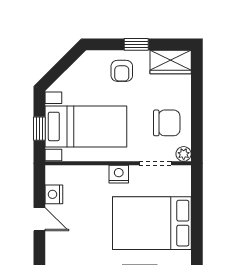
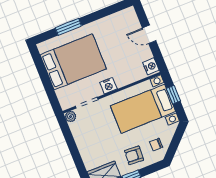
armchair: (122, 71) -> (134, 155), turned -86
chair: (167, 123) -> (156, 145), moved, width x0.54, depth x0.54
nightstand: (54, 194) -> (151, 66), moved

